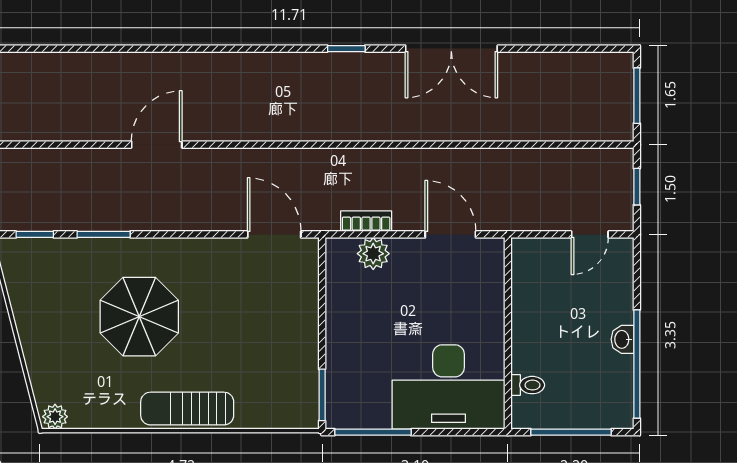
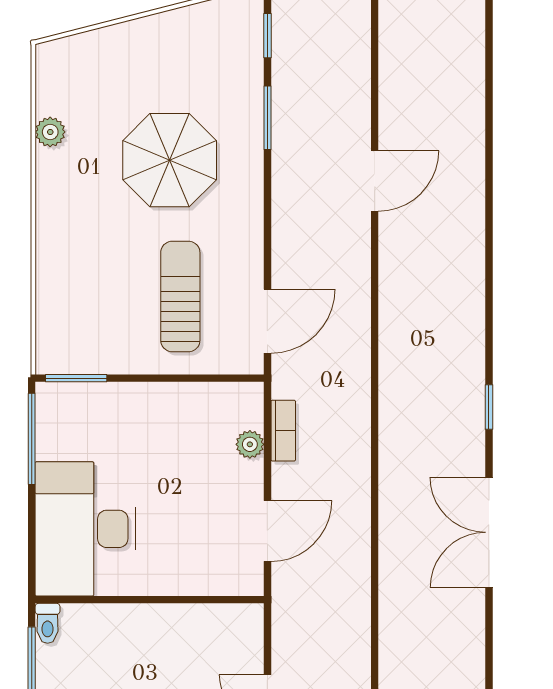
door: (157, 145) -> (375, 181), hinge flipped
plant: (373, 254) -> (250, 444), width x0.73, depth x0.73
toilet: (528, 385) -> (48, 623), moved
sun lounger: (187, 409) -> (180, 296), moved
plant: (55, 417) -> (50, 132), moved

